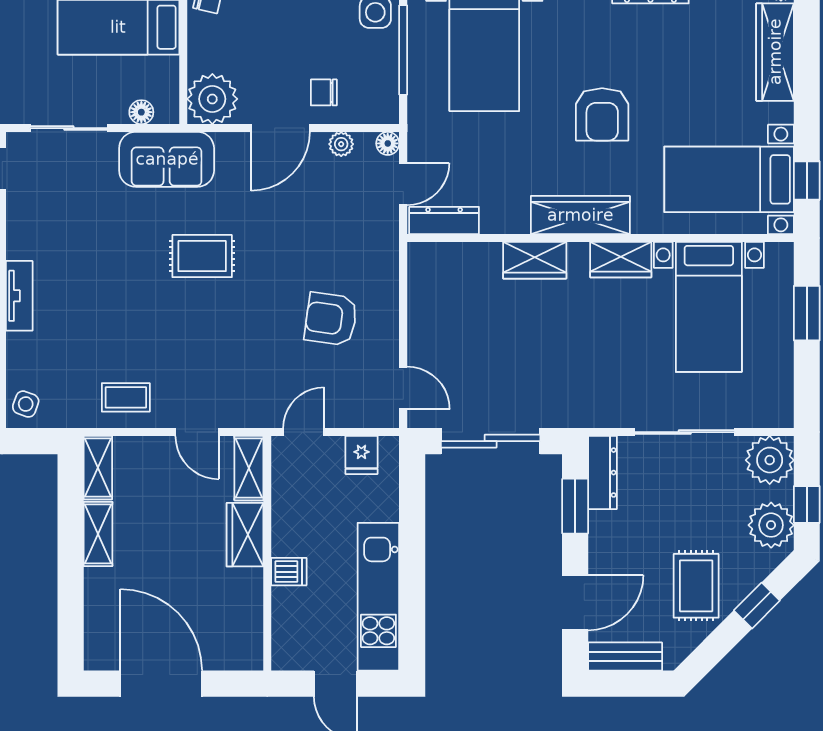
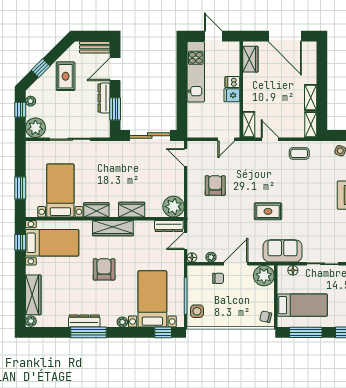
plant: (433, 268) -> (173, 207), added
armchair: (331, 319) -> (215, 186), turned -98
fridge: (361, 455) -> (232, 95), moved, turned -90
dresser: (602, 473) -> (104, 98), moved
plant: (771, 525) -> (31, 101), width x0.53, depth x0.53
wardrobe: (245, 535) -> (250, 59), moved

